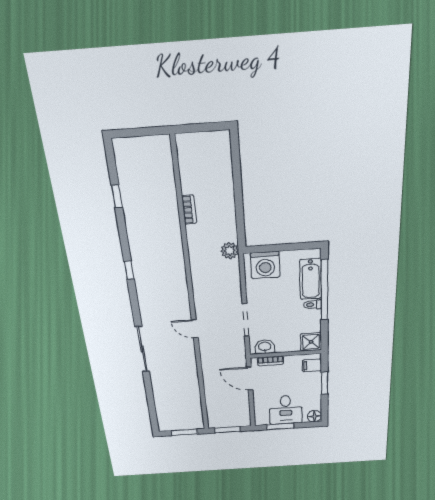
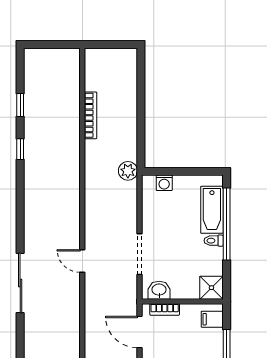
bookcase: (189, 210) -> (90, 115), width x1.56
washing machine: (265, 265) -> (164, 183), width x0.53, depth x0.53
window: (129, 270) -> (20, 149), moved

